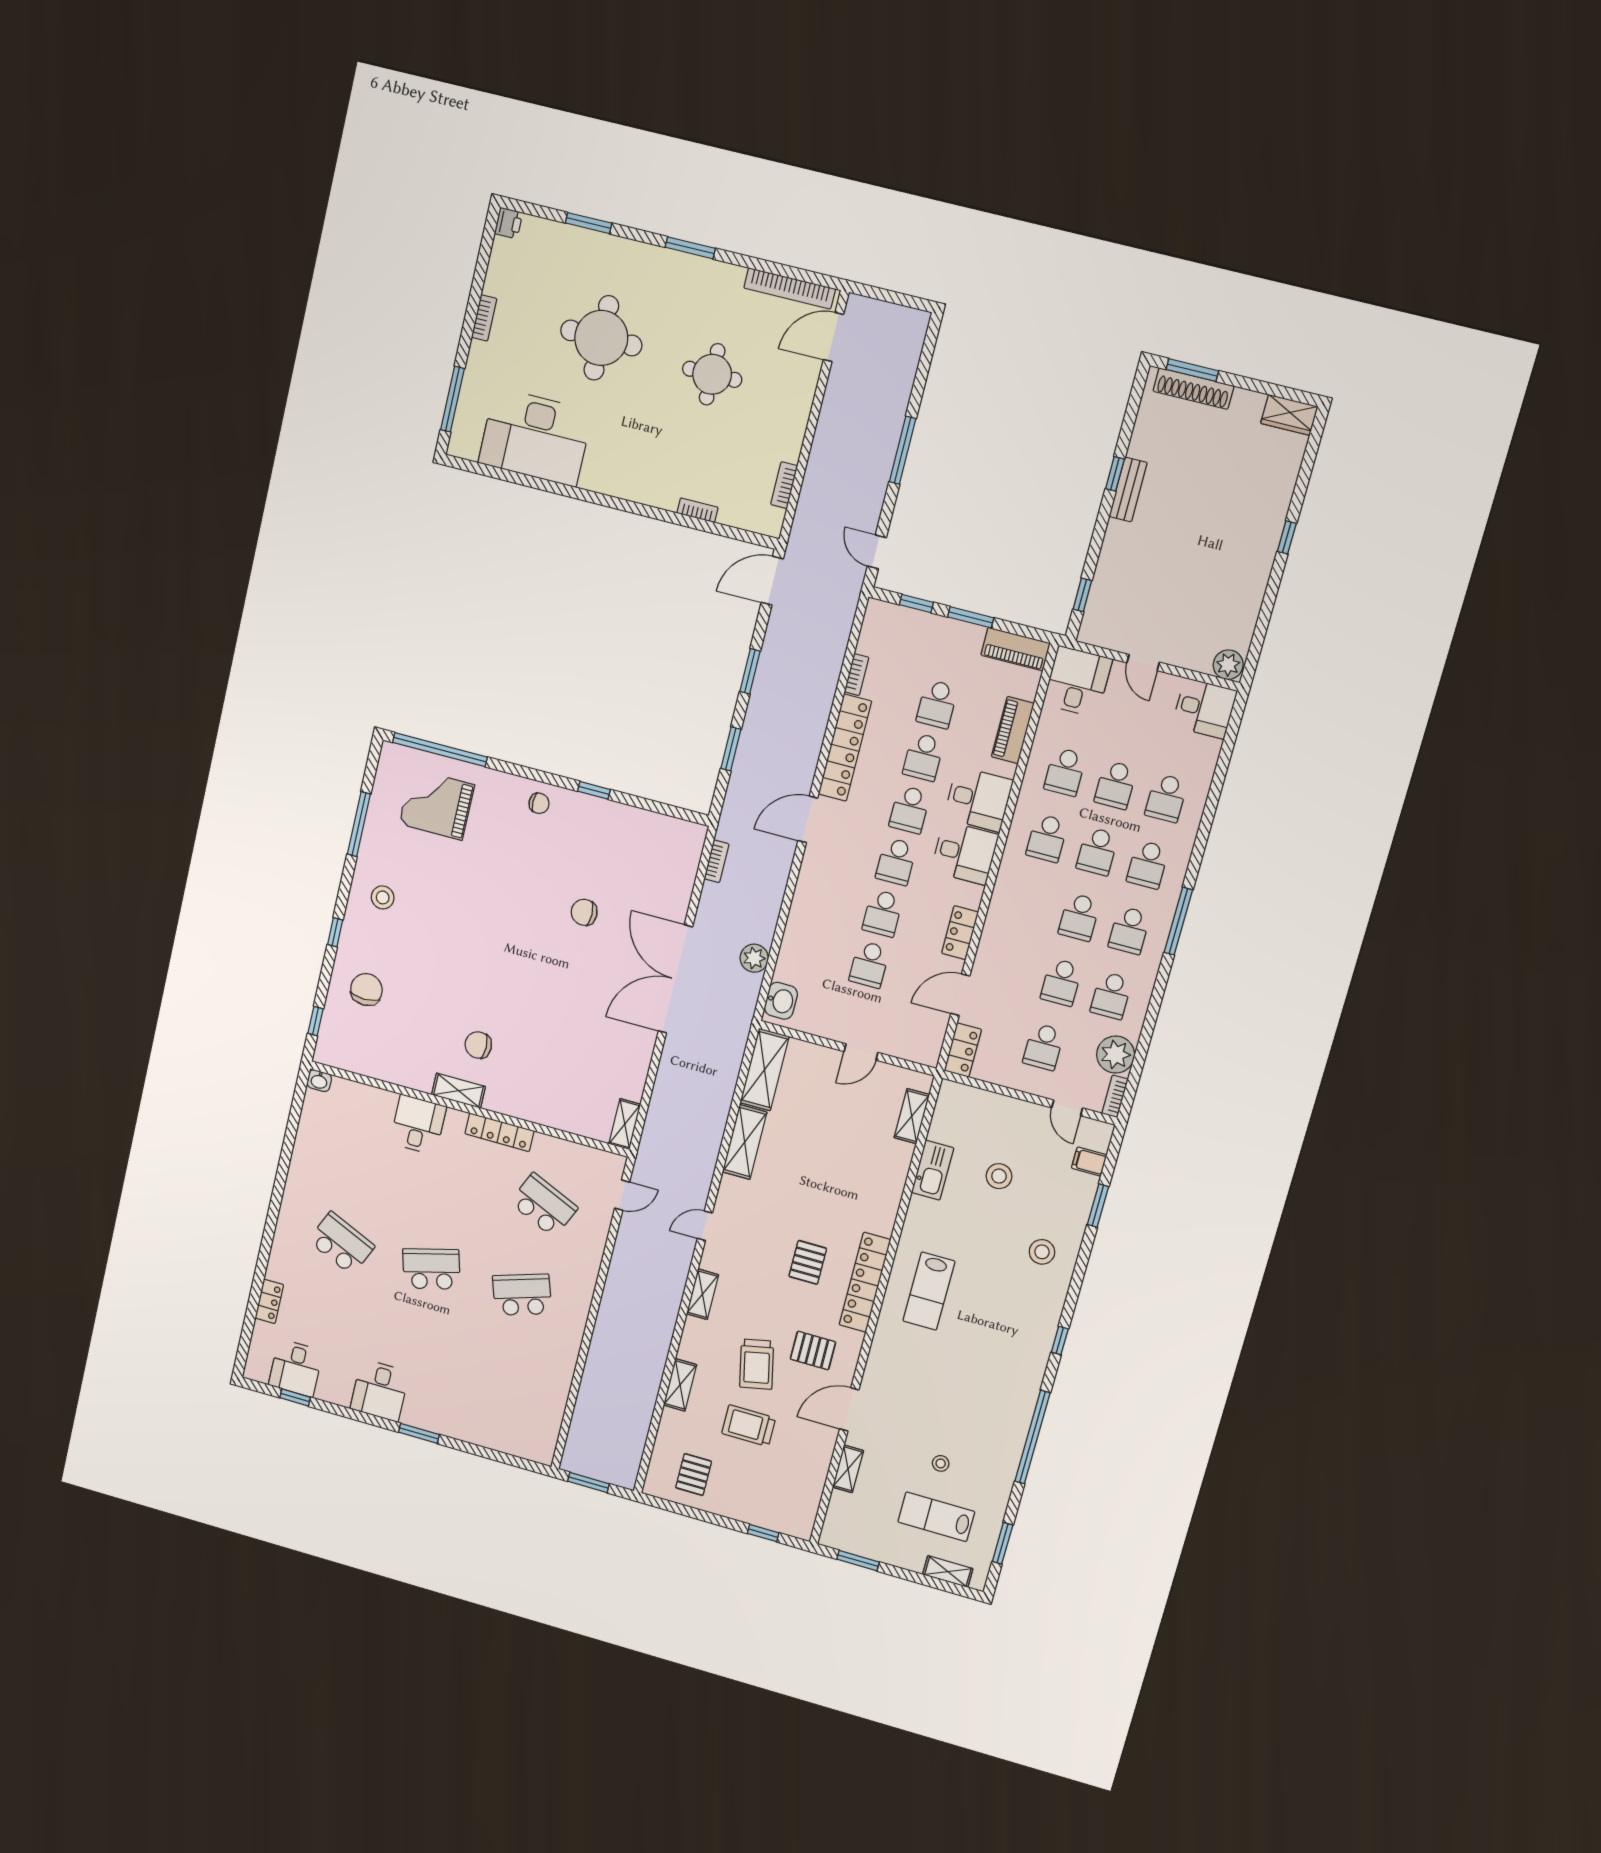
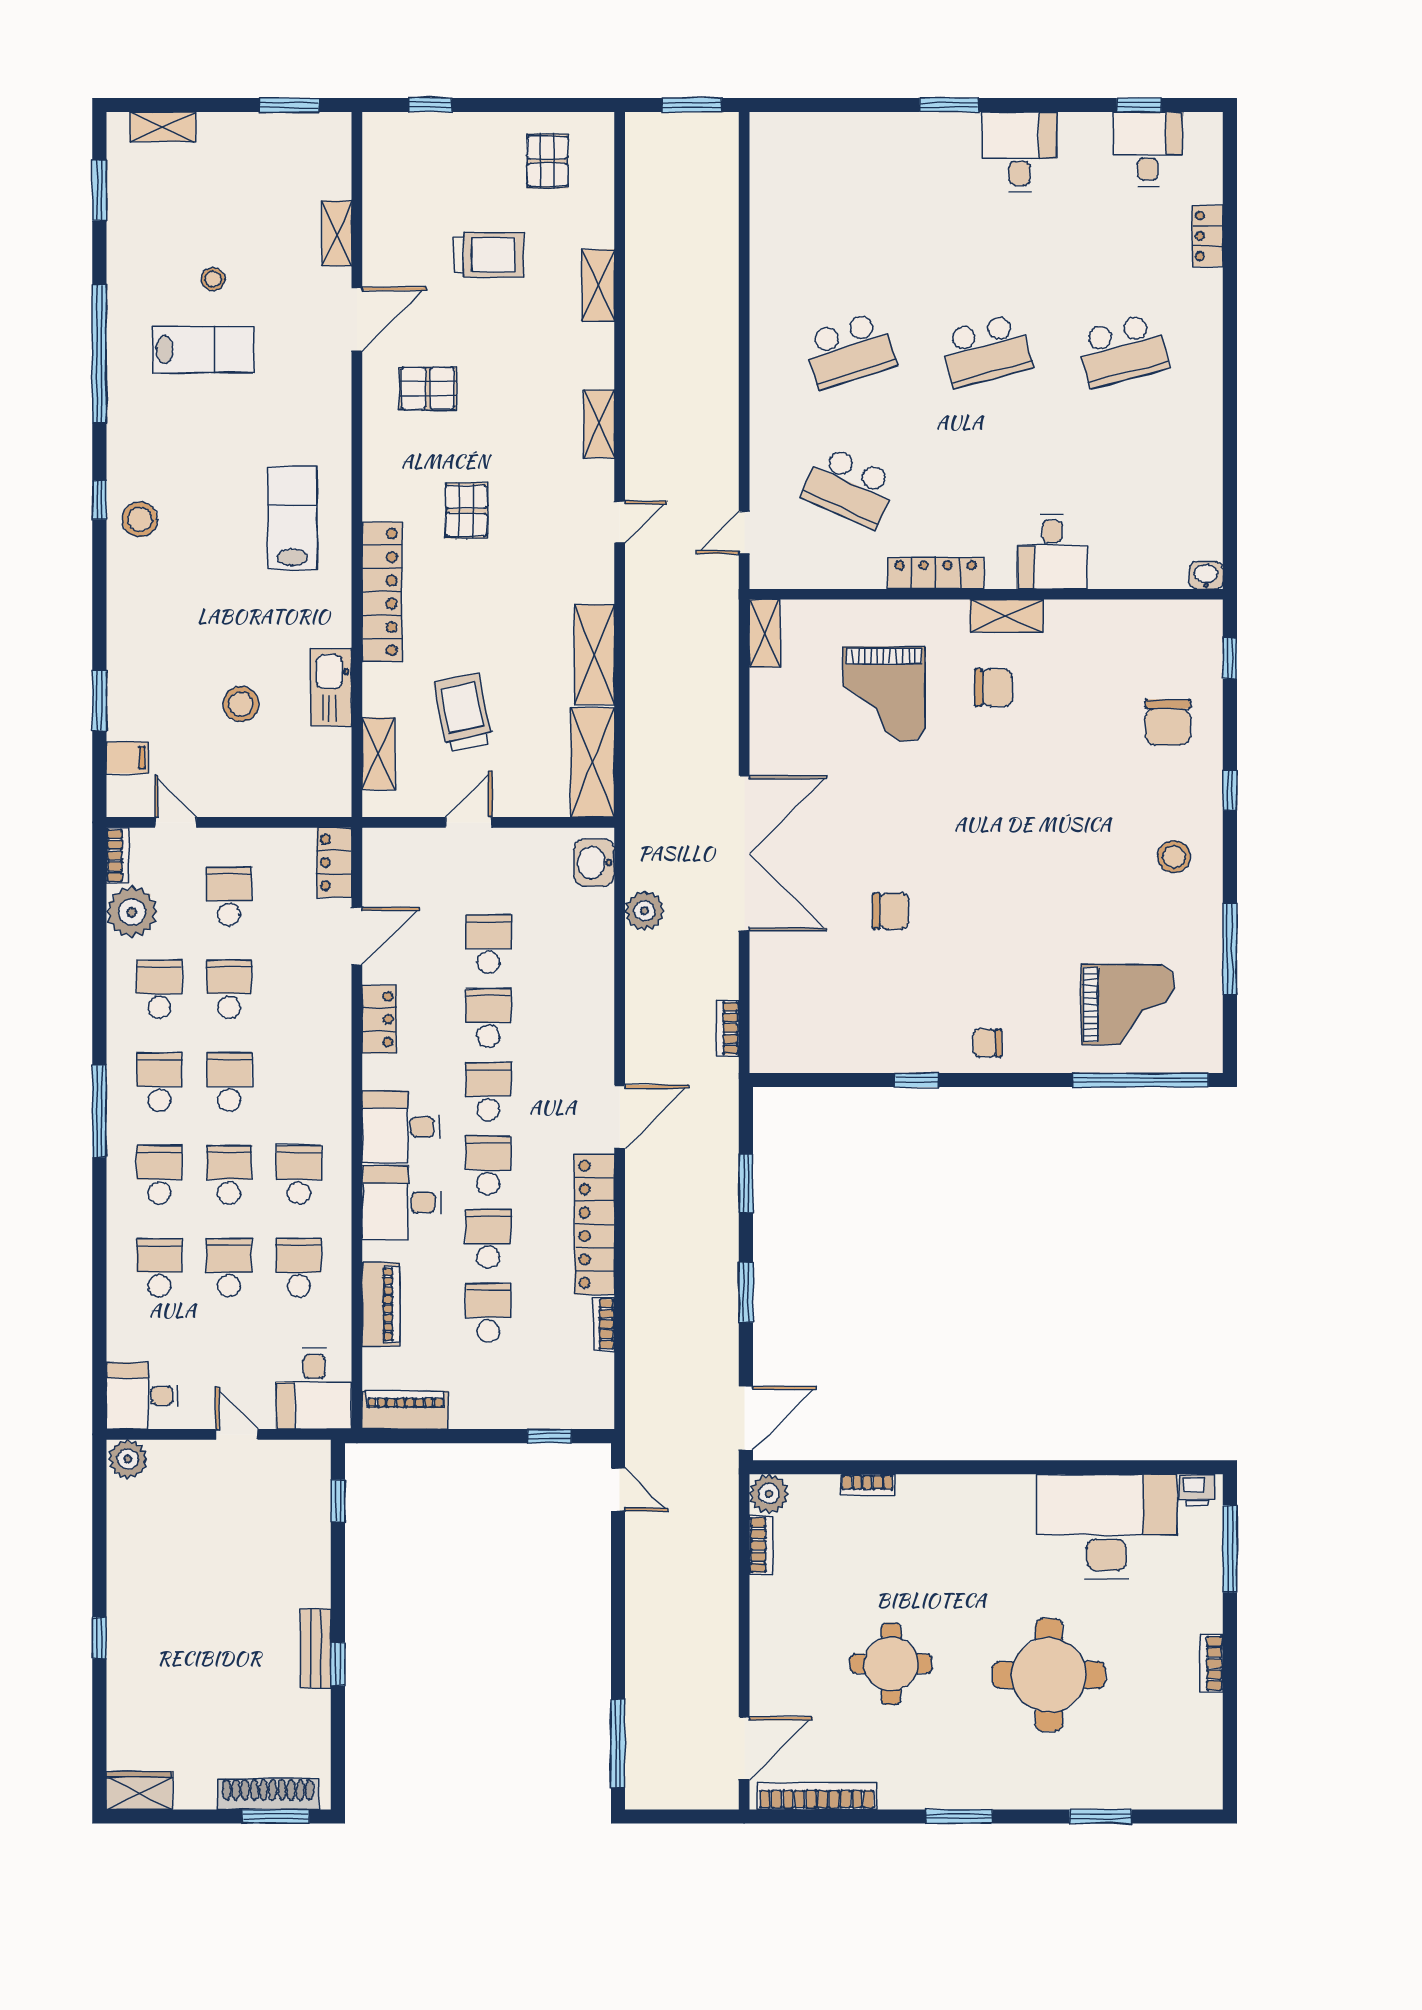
printer: (508, 223) -> (1197, 1490), moved, turned -90
window: (903, 450) -> (618, 1744), moved
plant: (769, 522) -> (769, 1494), added
window: (971, 617) -> (474, 1436), removed
grand piano: (554, 1061) -> (884, 694), added
school desk: (341, 1243) -> (1123, 350), turned -39
stool: (1042, 1252) -> (140, 519), moved
locker: (865, 1282) -> (382, 592), moved
trolley: (757, 1364) -> (463, 712), moved
lab bench: (936, 1517) -> (203, 350), moved

